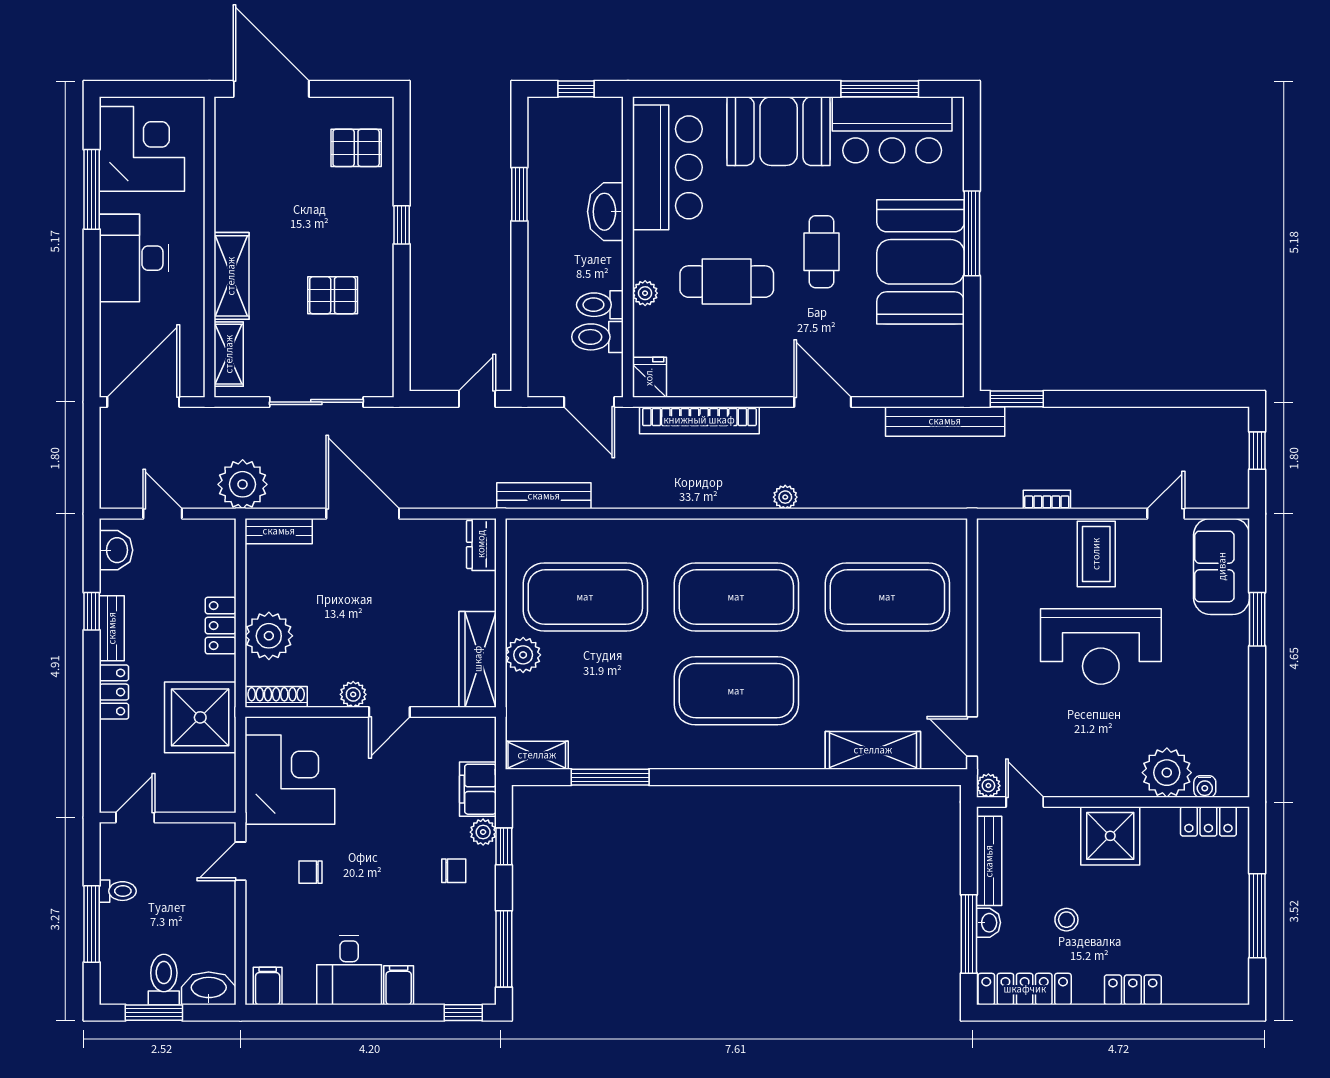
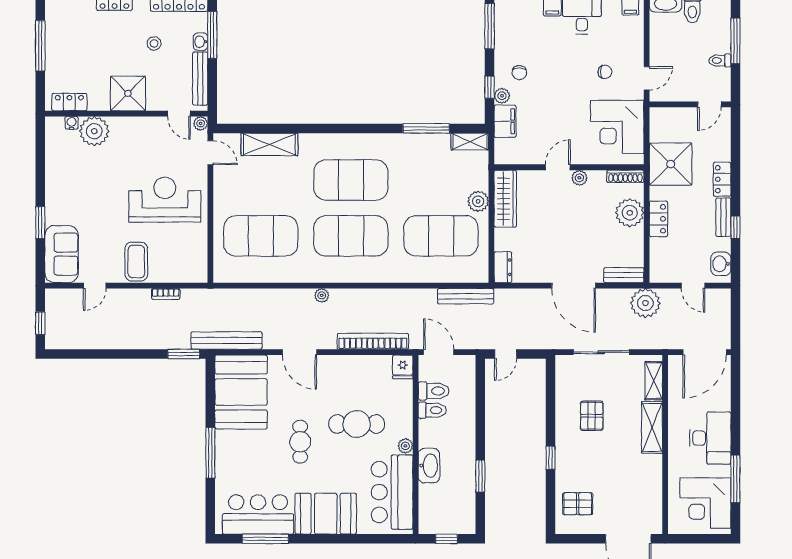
booth: (921, 262) -> (241, 392), moved
plant: (645, 293) -> (405, 446), moved
pallet: (333, 295) -> (592, 416), turned 90
reception desk: (1101, 646) -> (165, 200), moved
chair: (454, 871) -> (519, 73), turned -90

